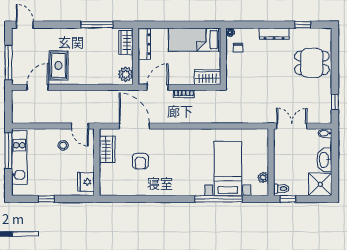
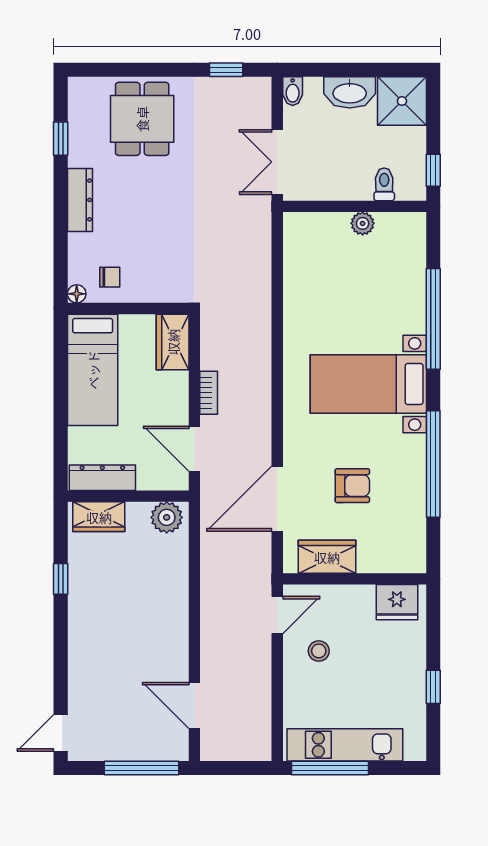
window: (97, 25) -> (61, 579), width x0.46
rug: (58, 65) -> (148, 661), removed
bed with nightstands: (228, 169) -> (368, 384), moved
plant: (263, 178) -> (363, 223), moved
toilet: (281, 189) -> (384, 184), moved
window: (151, 199) -> (433, 464), added

